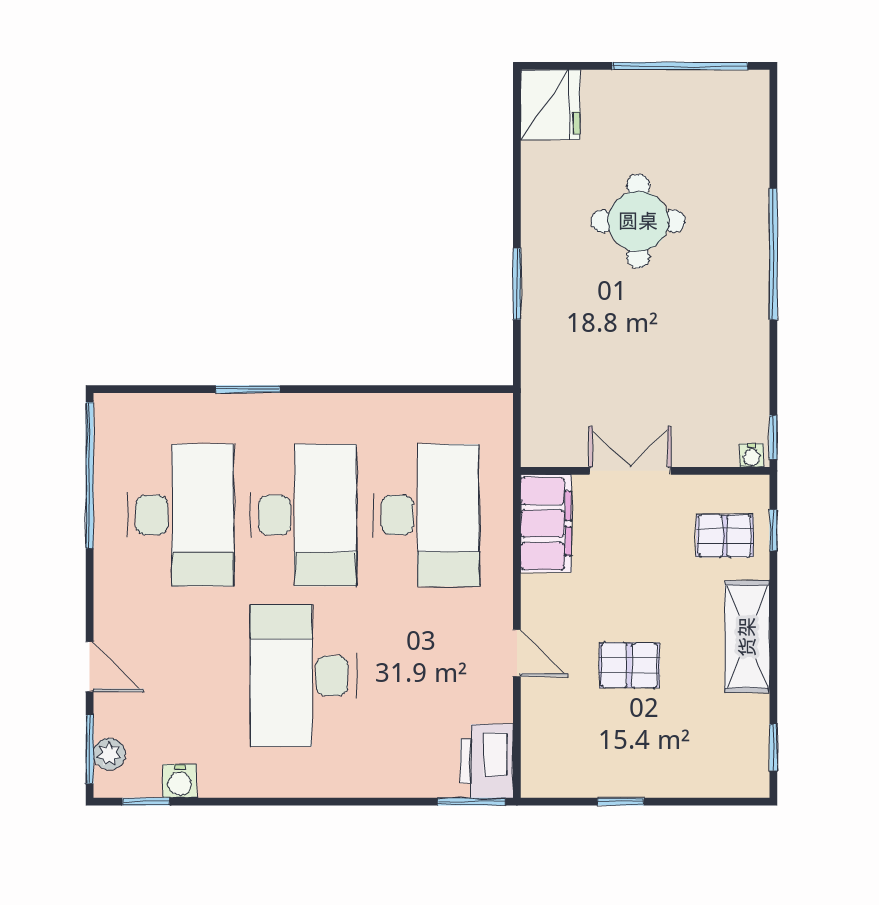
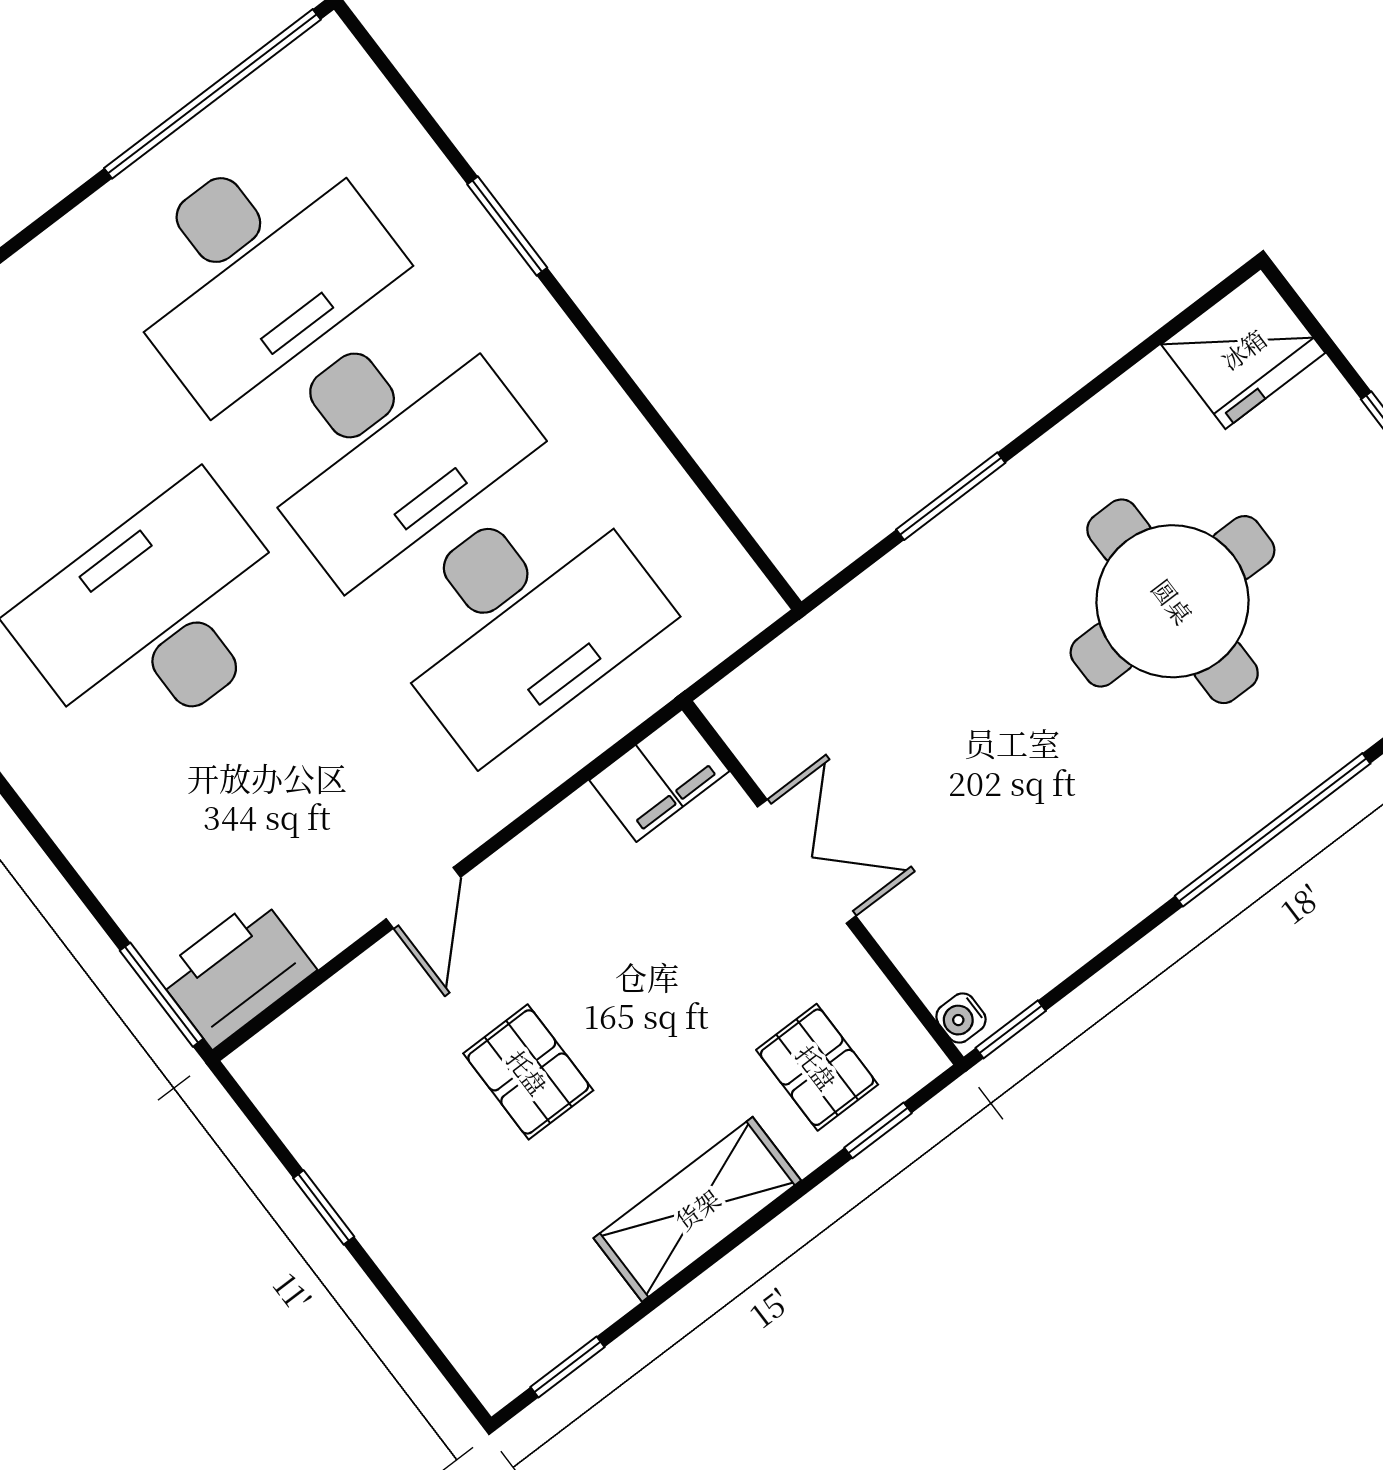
round table: (638, 221) -> (1173, 601), width x1.36, depth x1.36
filing cabinet: (546, 524) -> (659, 776), width x0.67, depth x0.86

